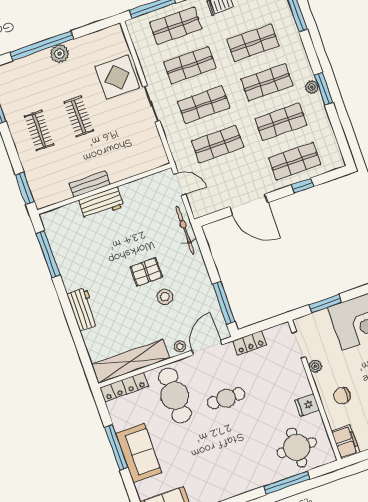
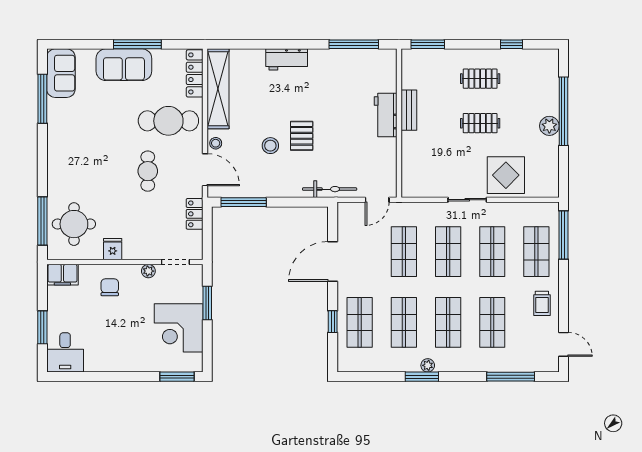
window: (287, 483) -> (42, 221), moved

